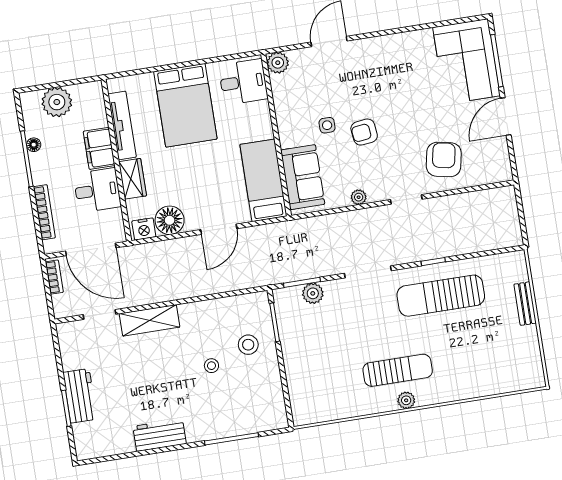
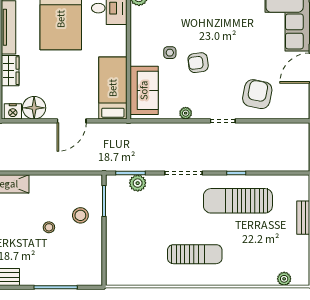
plant: (406, 400) -> (284, 279), moved

